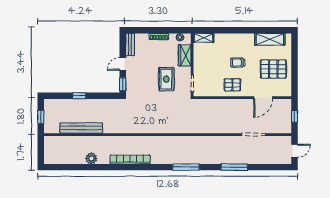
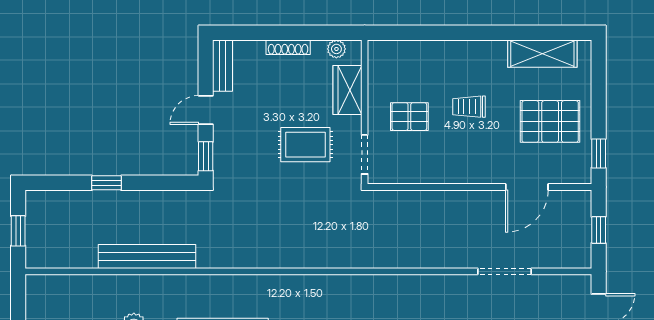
shelving: (204, 38) -> (391, 50), removed
rug: (166, 79) -> (305, 145), turned 90
window: (295, 83) -> (599, 153), added
pallet: (232, 85) -> (409, 117), moved
bench: (81, 128) -> (147, 256), moved

